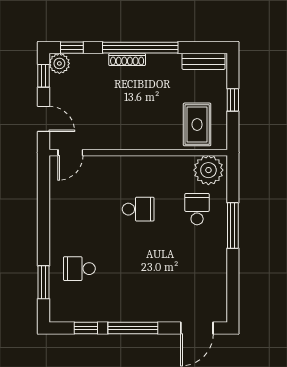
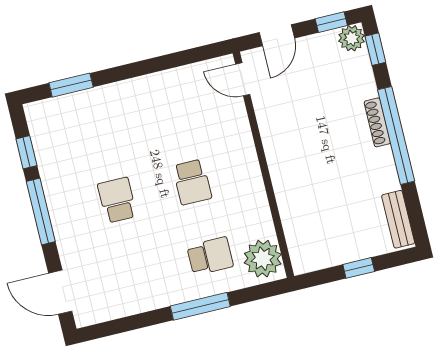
rug: (197, 124) -> (317, 230), removed
school desk: (79, 269) -> (117, 200), moved

